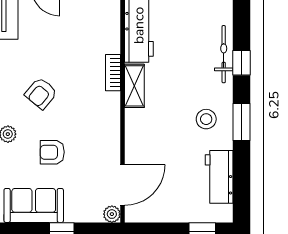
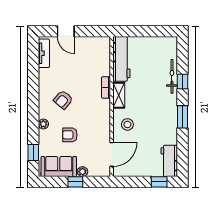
stool: (206, 119) -> (127, 124), moved
workbench: (219, 177) -> (169, 161), moved
plant: (112, 214) -> (82, 172), moved

